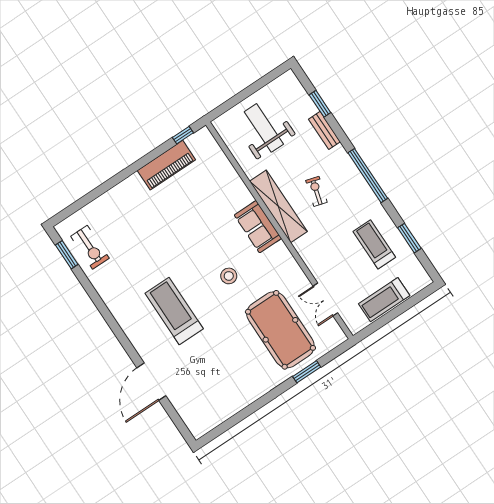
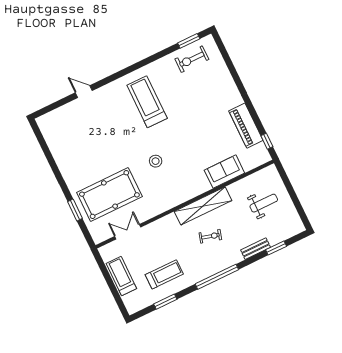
weight bench: (264, 128) -> (264, 203), width x0.73, depth x0.75
sofa: (258, 227) -> (224, 172), moved
treadmill: (174, 311) -> (147, 102), moved, turned -90
door: (151, 382) -> (84, 92), width x0.53

